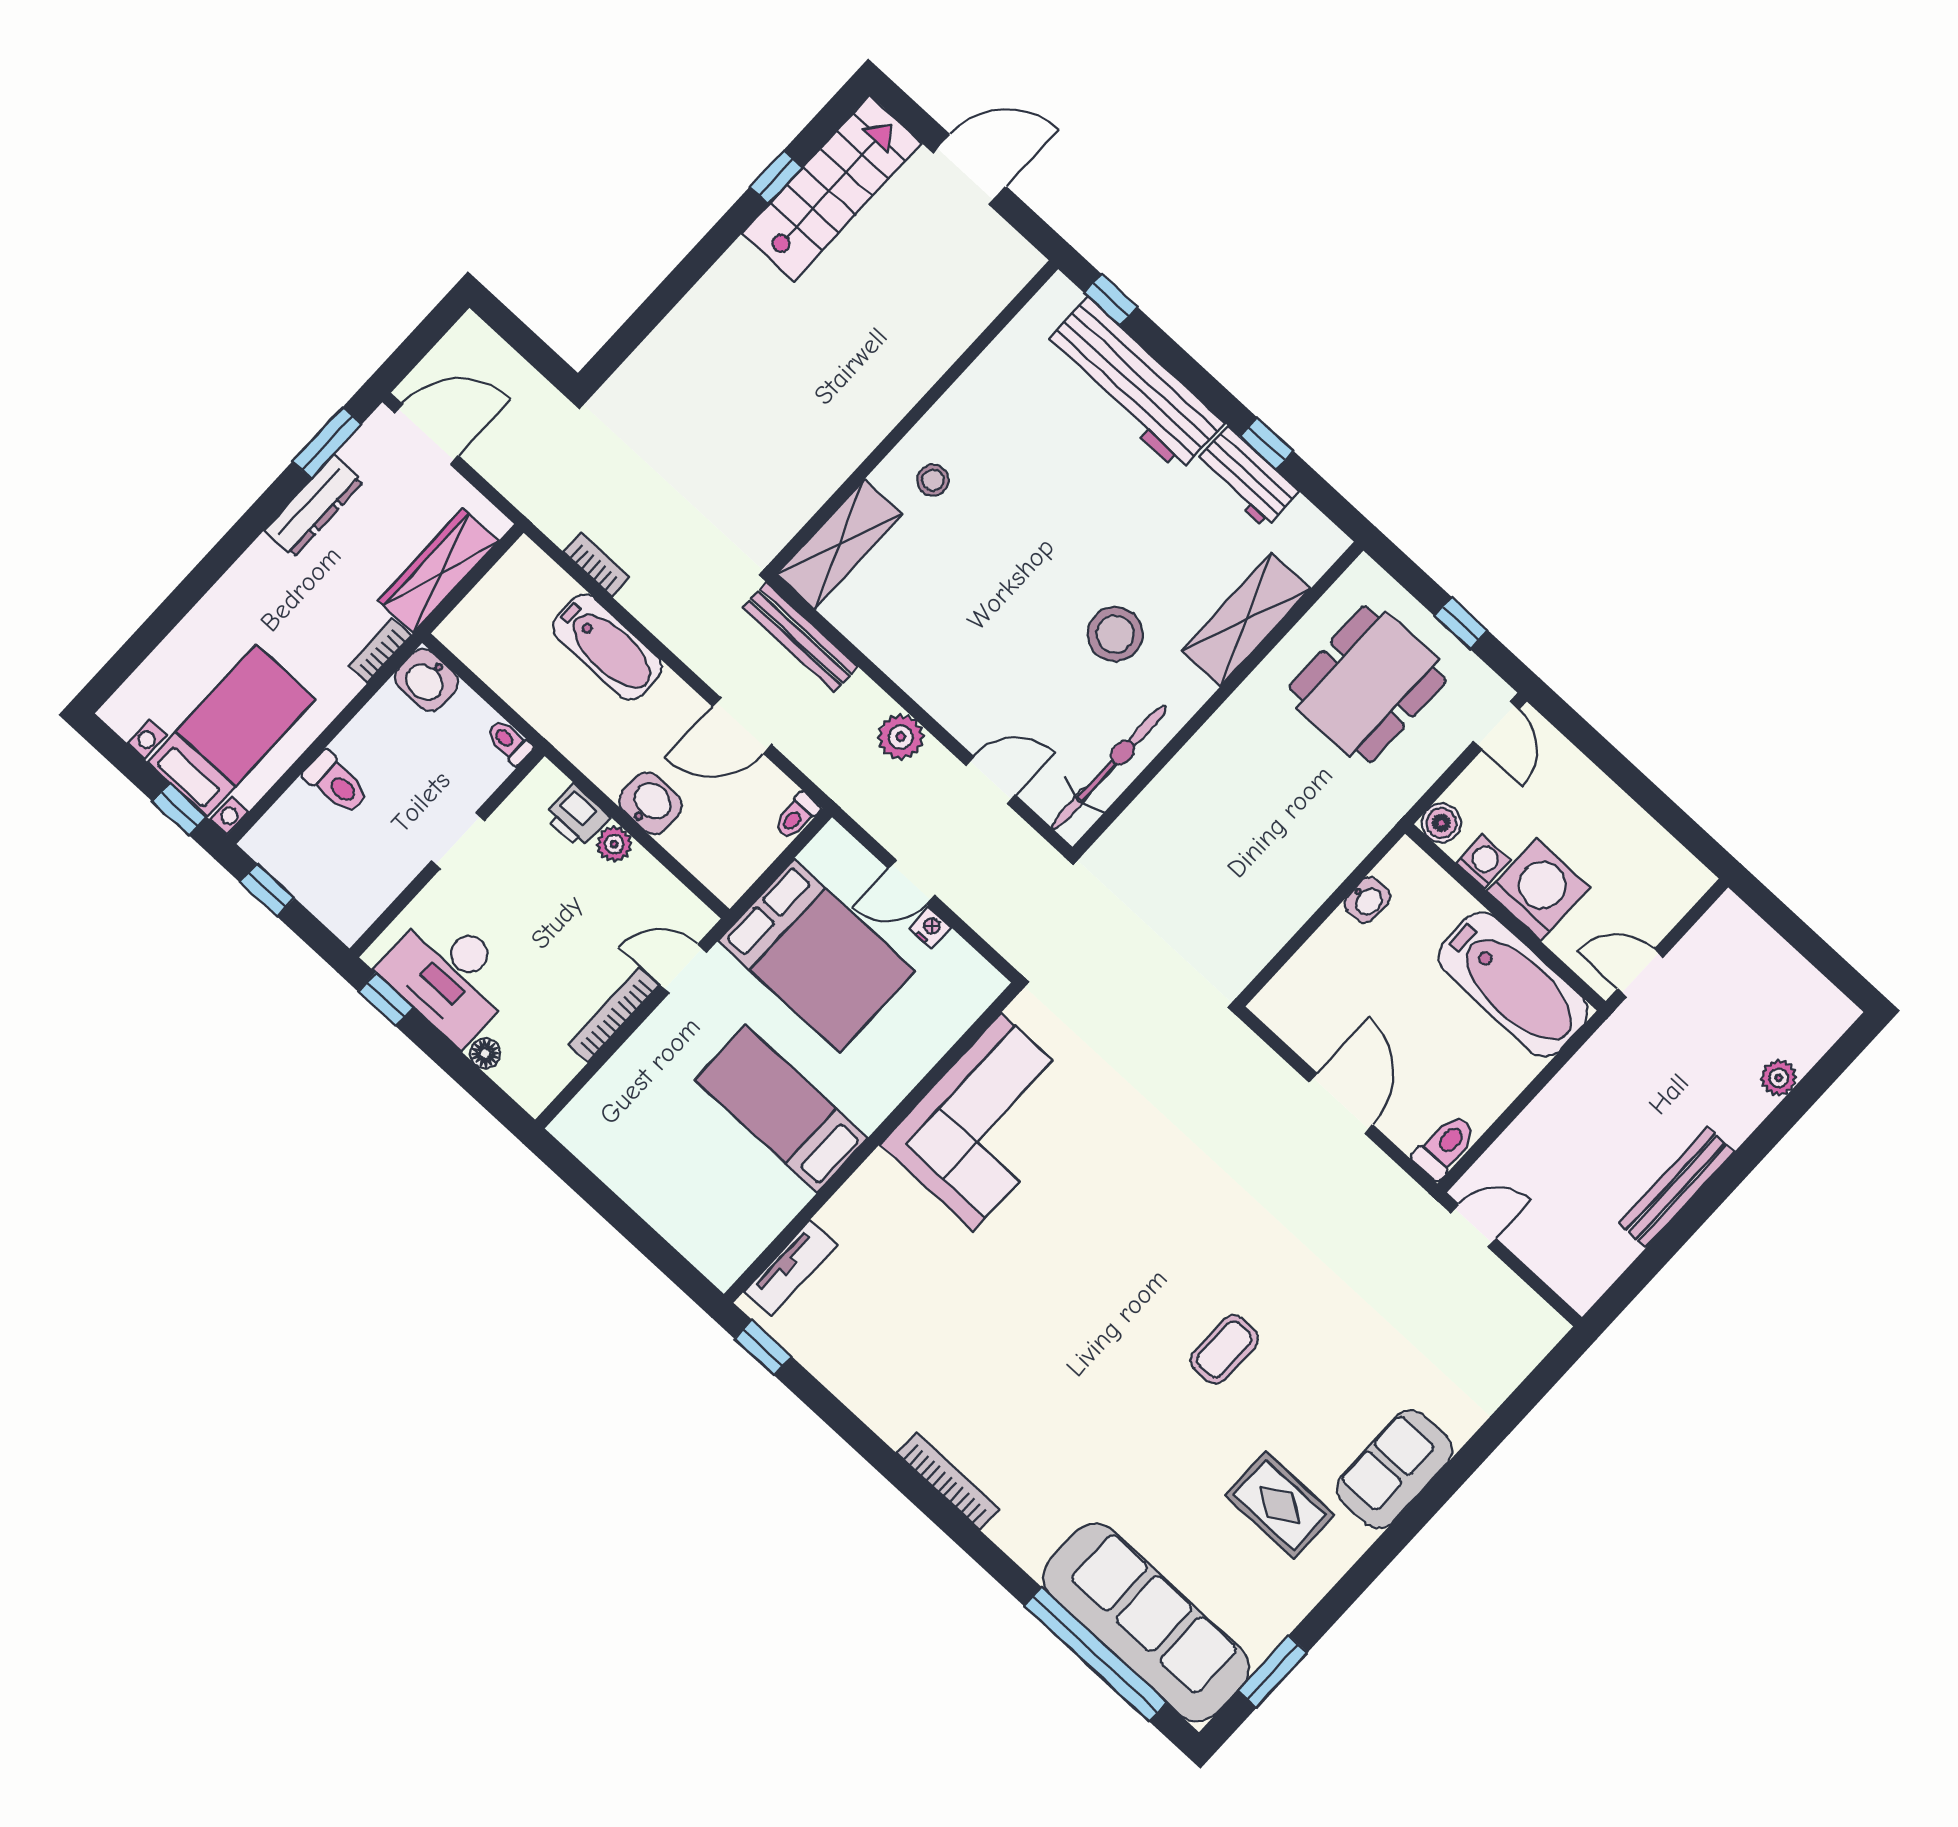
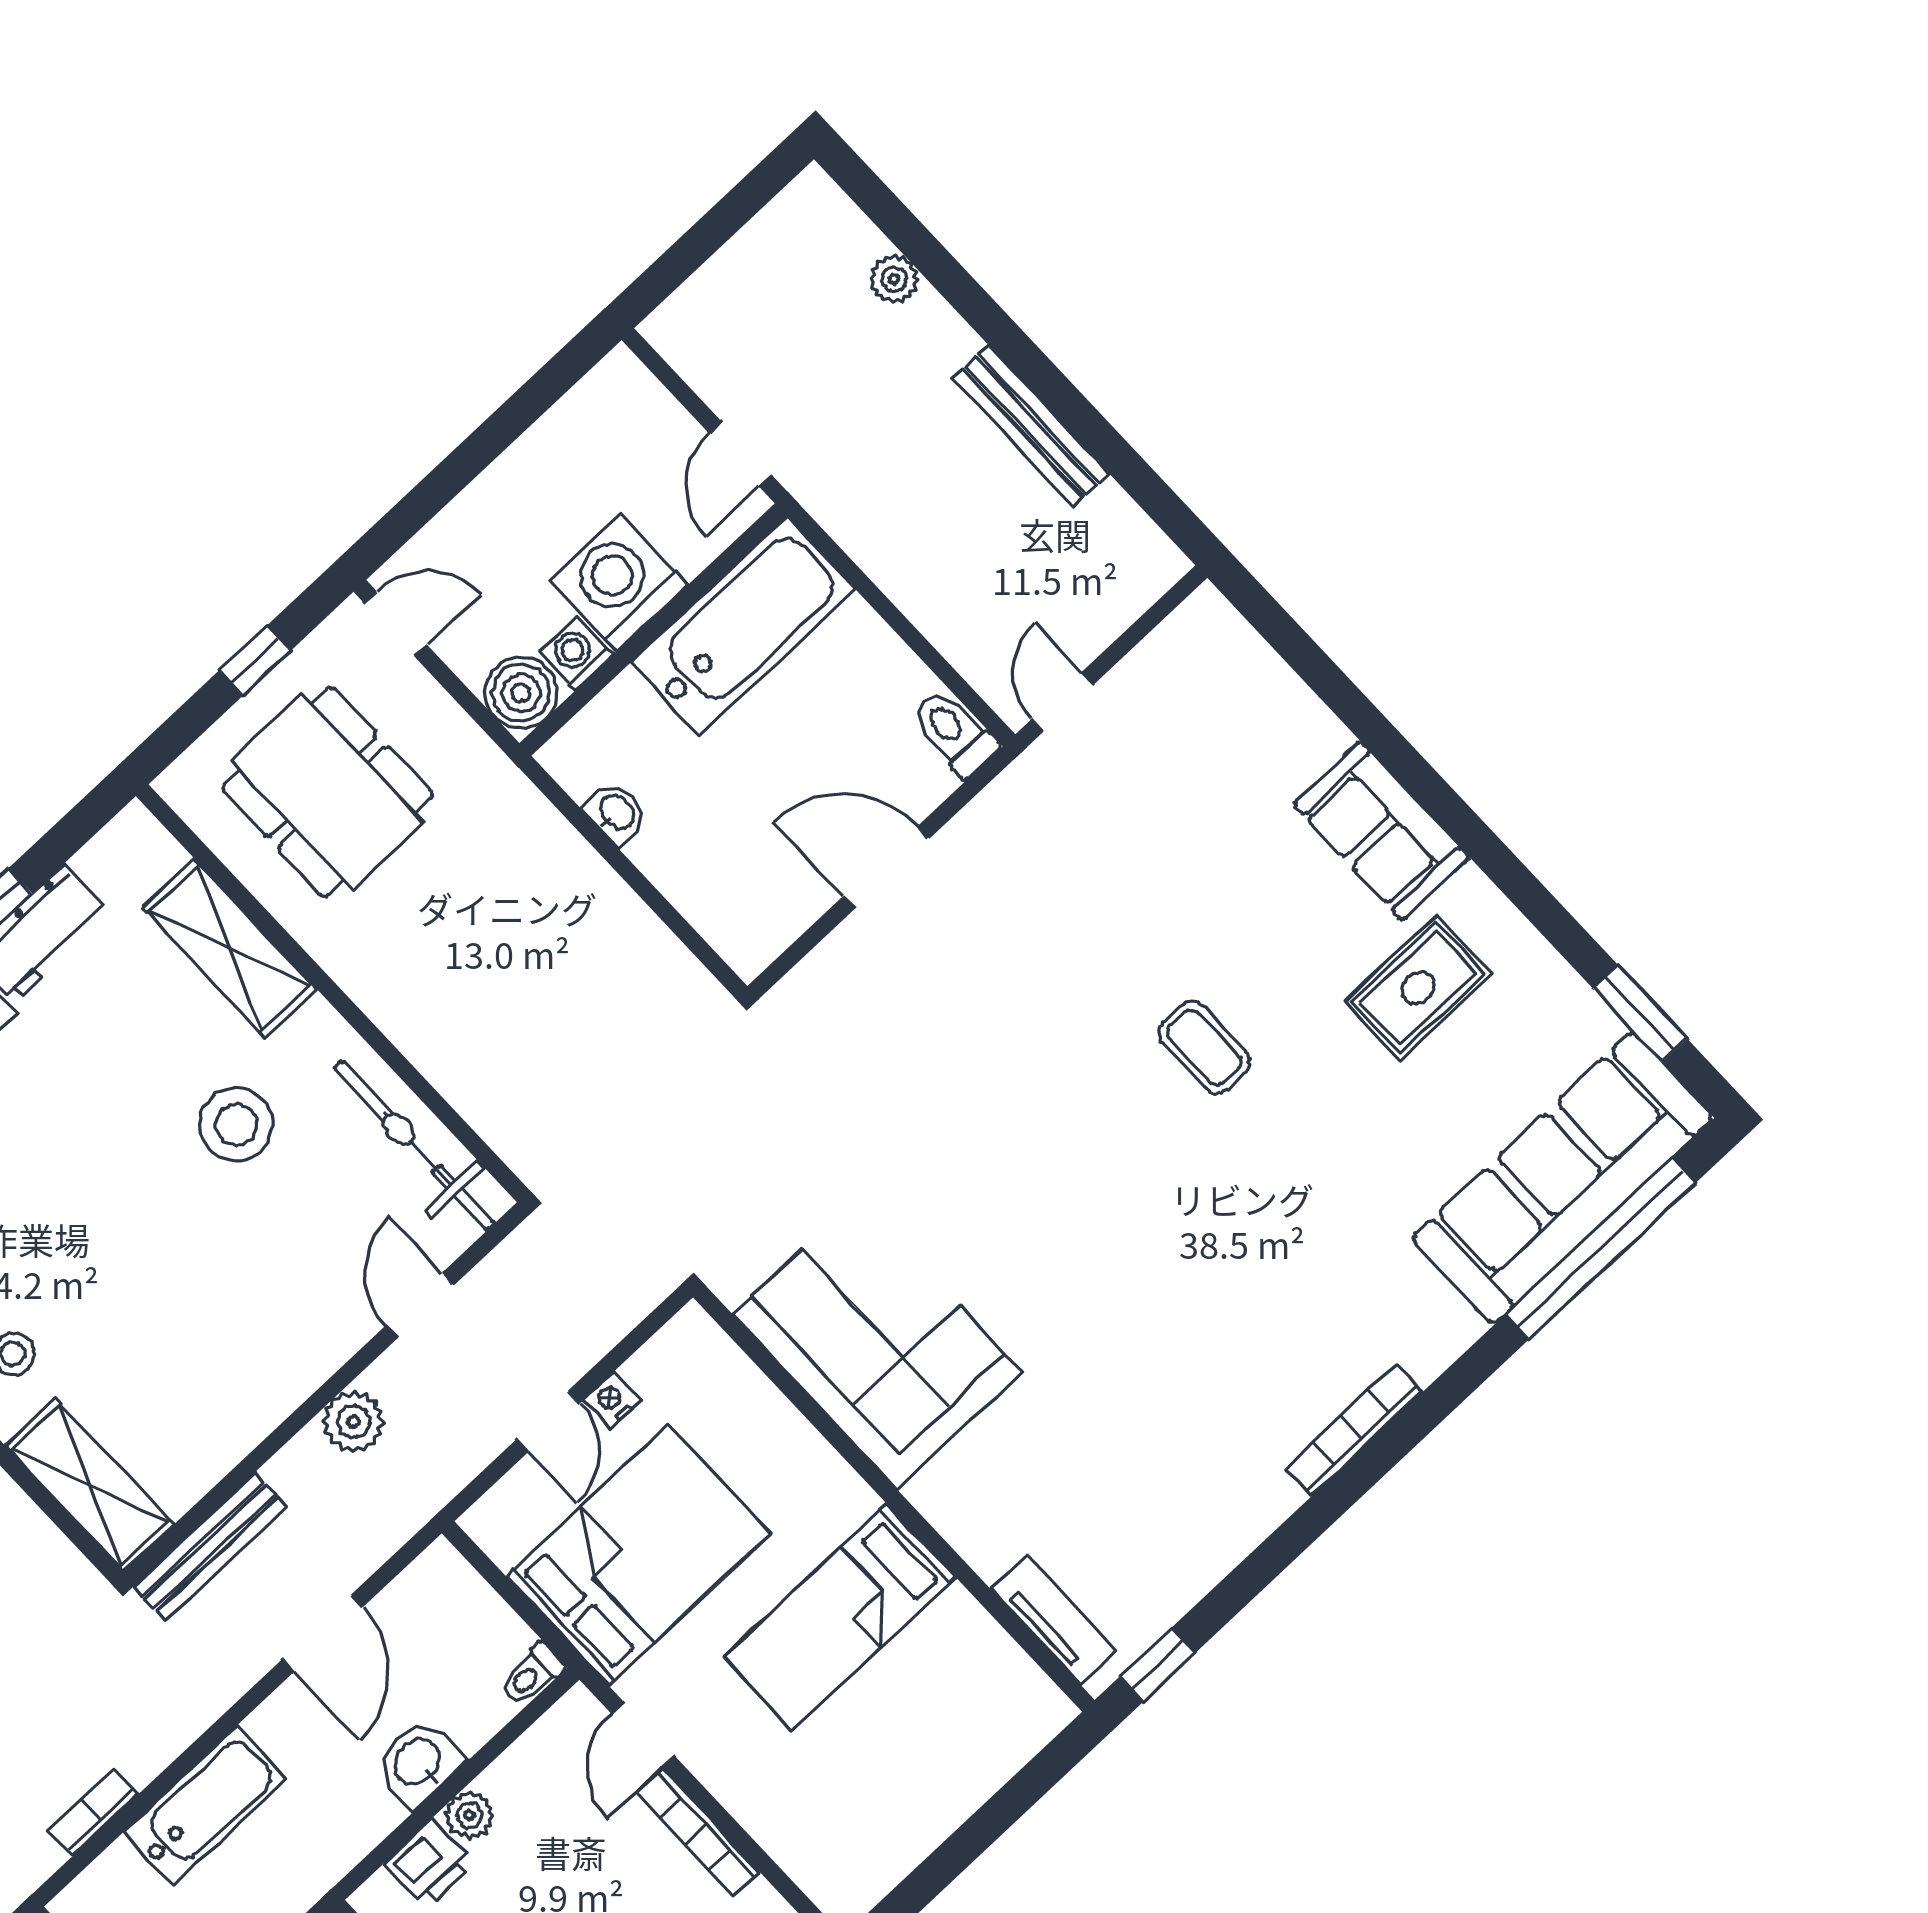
toilet: (796, 816) -> (532, 1674), moved, turned 90
boiler: (1441, 823) -> (521, 693), width x1.36, depth x1.36

